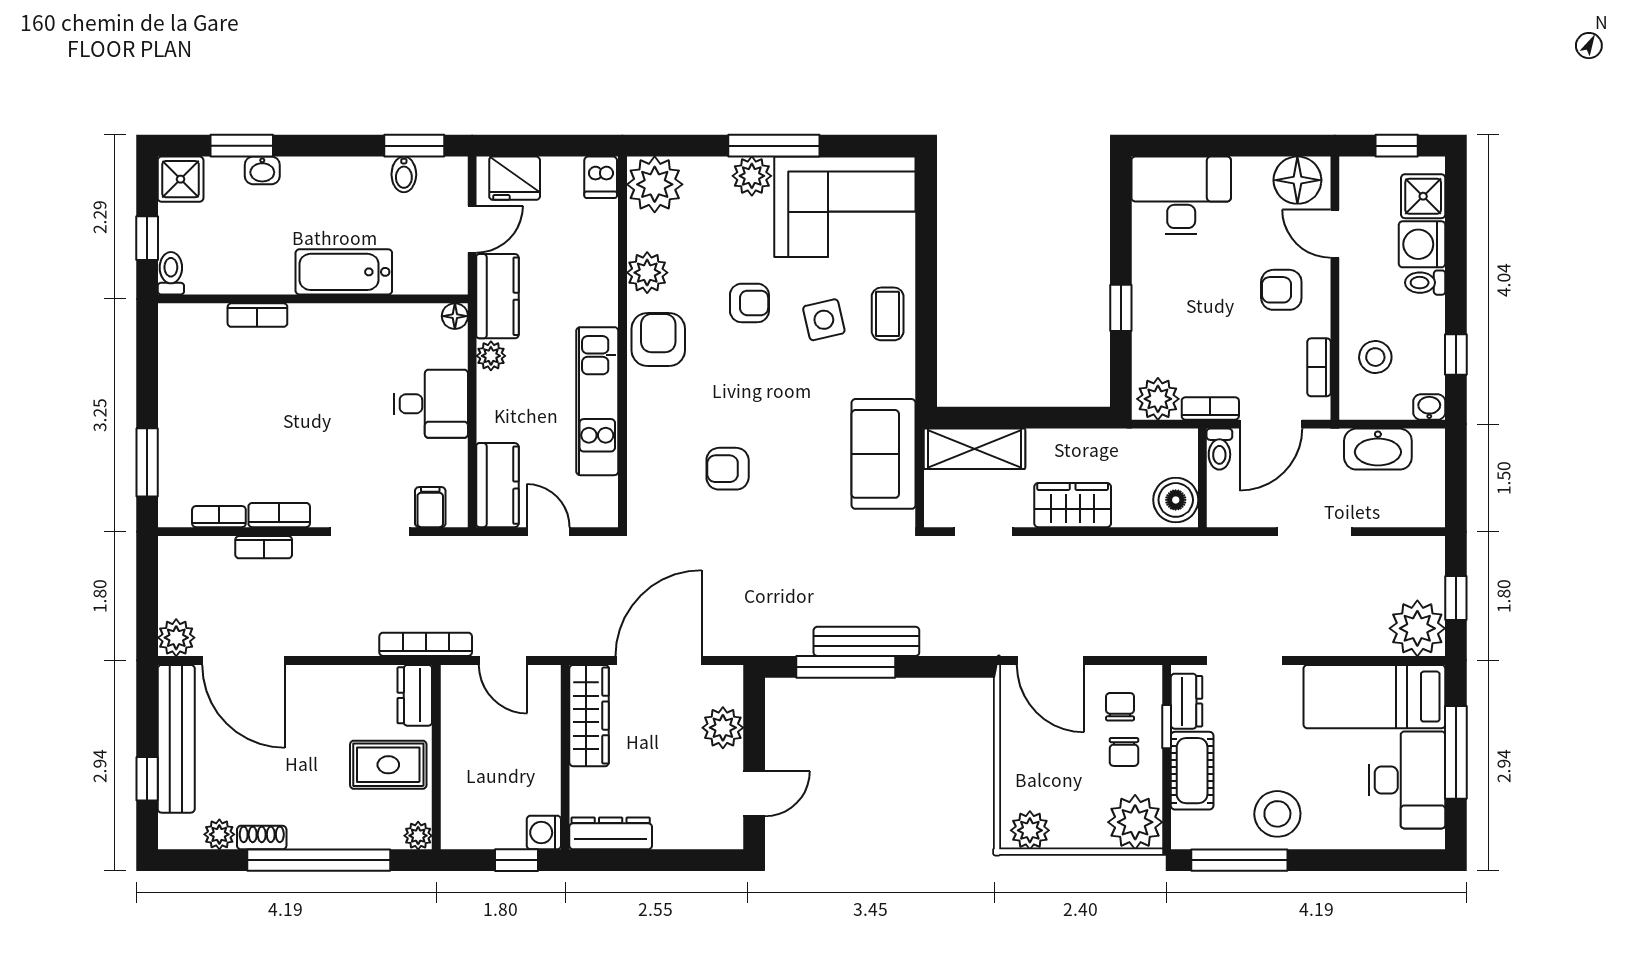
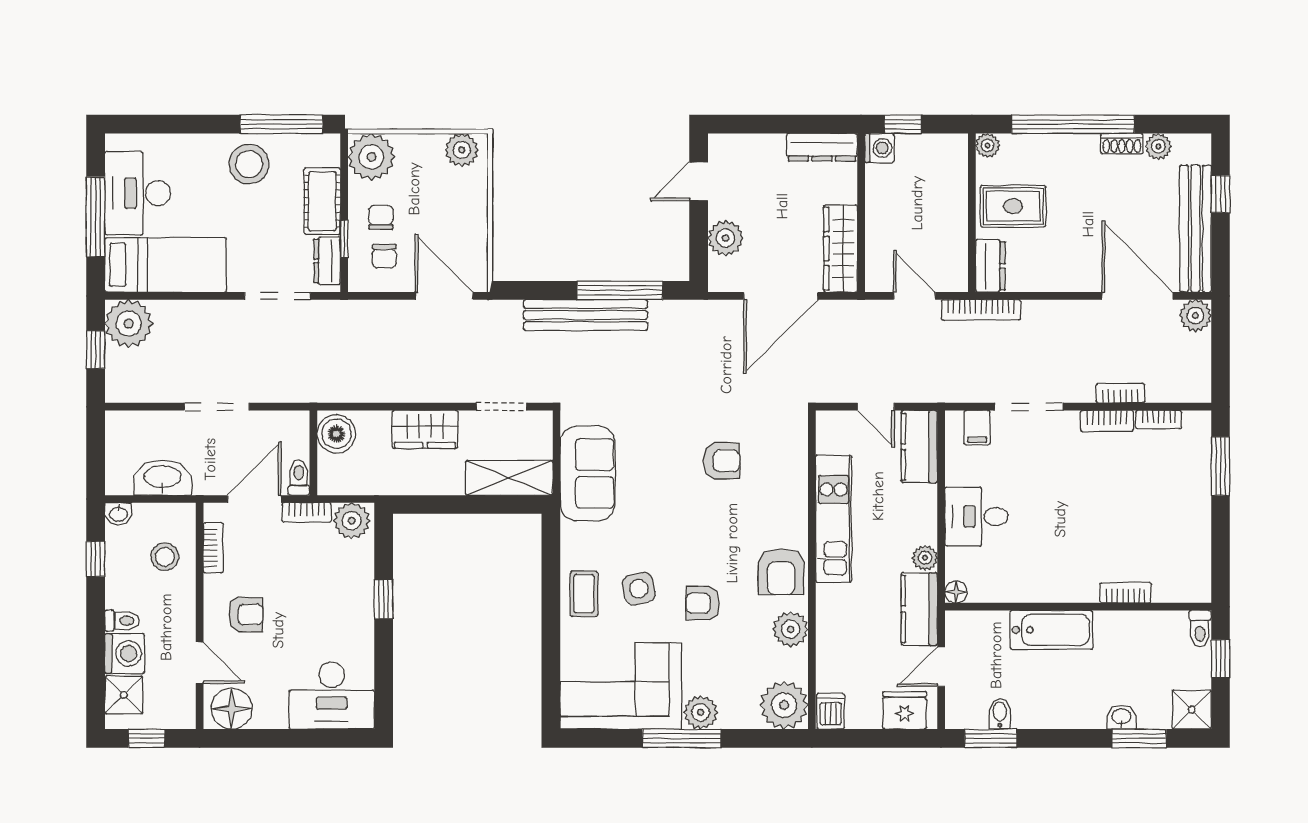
bench: (866, 641) -> (586, 315), width x1.37, depth x1.21

